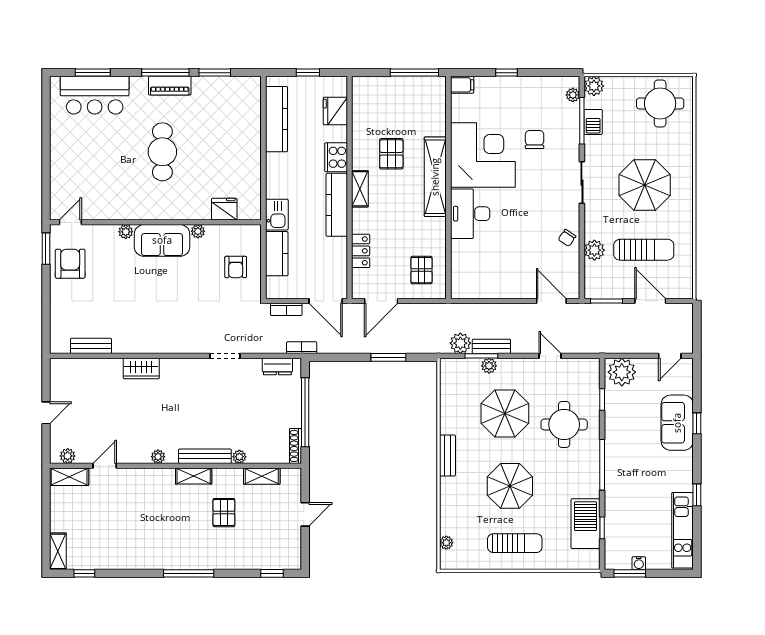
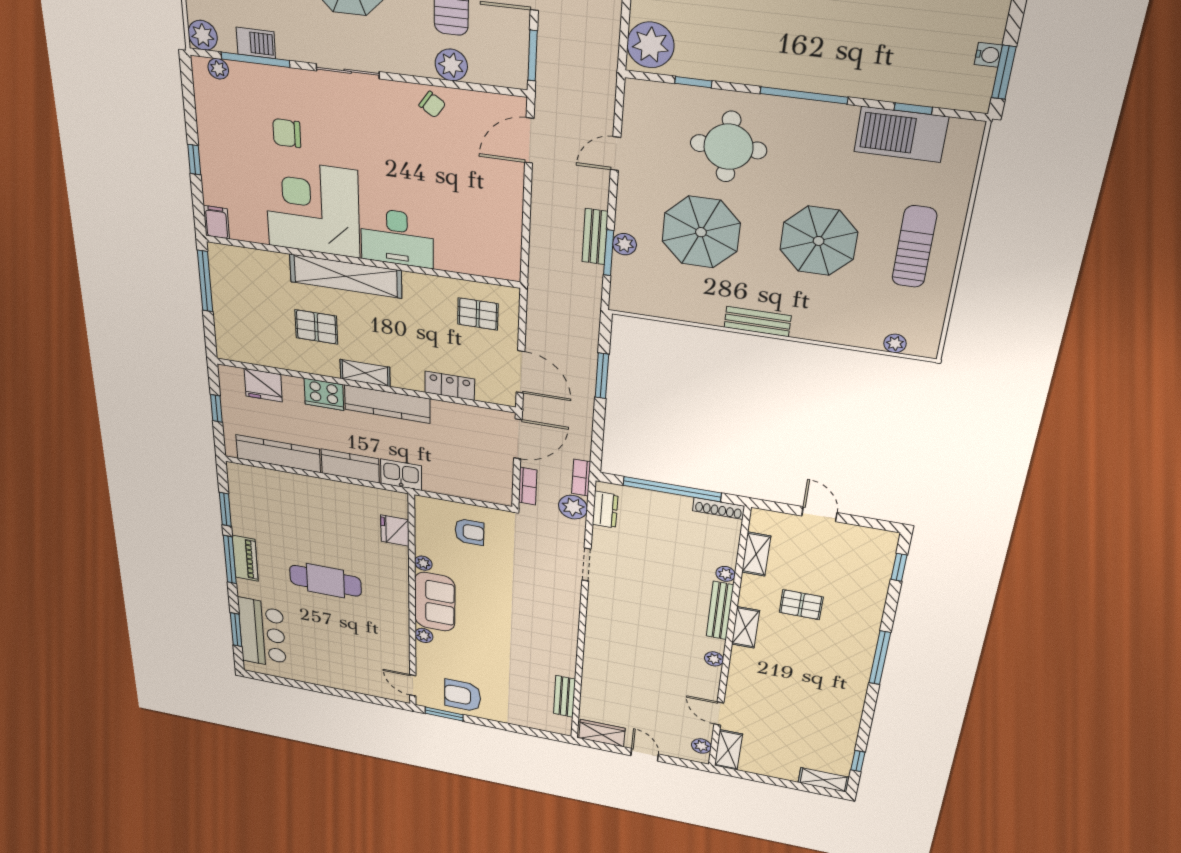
kitchen counter: (277, 254) -> (350, 466), moved
plant: (460, 343) -> (573, 507), moved
wardrobe: (141, 368) -> (602, 733), moved, turned -90

